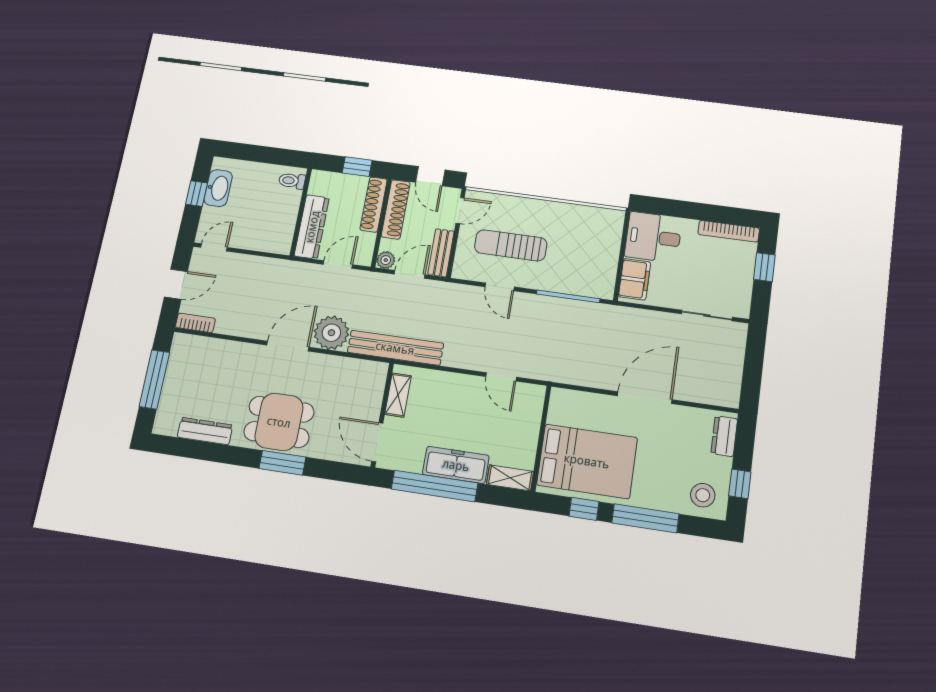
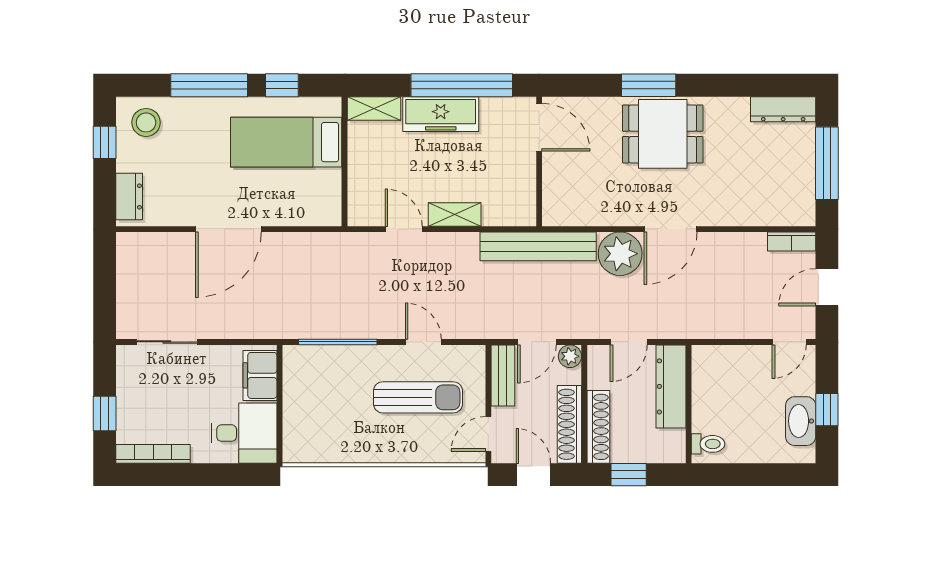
shelving: (398, 395) -> (455, 214), moved, turned 90
dresser: (205, 431) -> (783, 109), moved
bed: (587, 461) -> (286, 142), width x0.67

